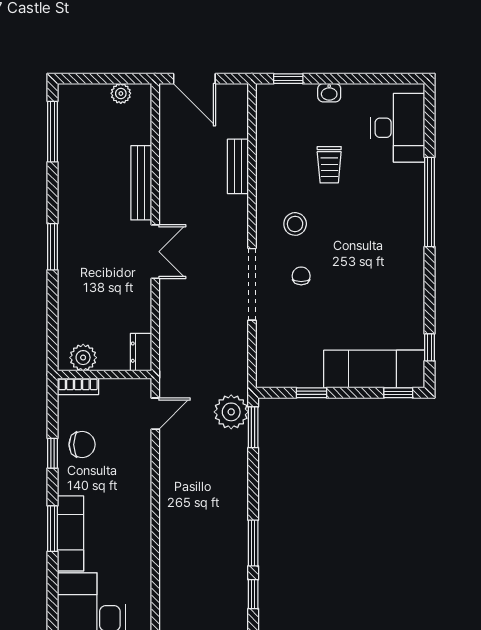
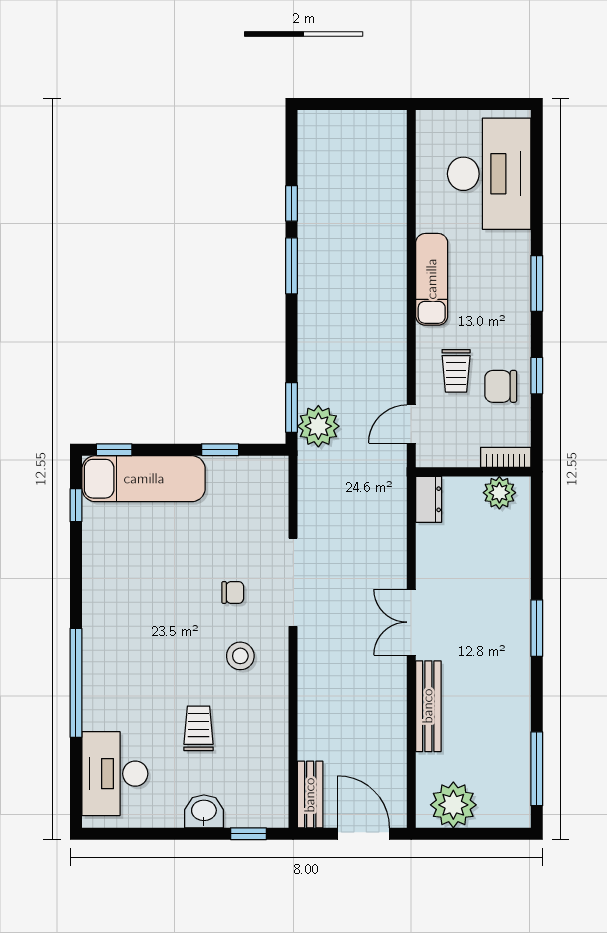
plant: (121, 93) -> (453, 805), width x1.88, depth x1.88
washbasin: (329, 93) -> (204, 811), width x1.38, depth x1.45
bench: (238, 166) -> (310, 795), moved
chair: (301, 276) -> (233, 592), turned -90
trolley: (119, 457) -> (456, 371), added
exam couch: (71, 533) -> (432, 279), moved, turned 180

